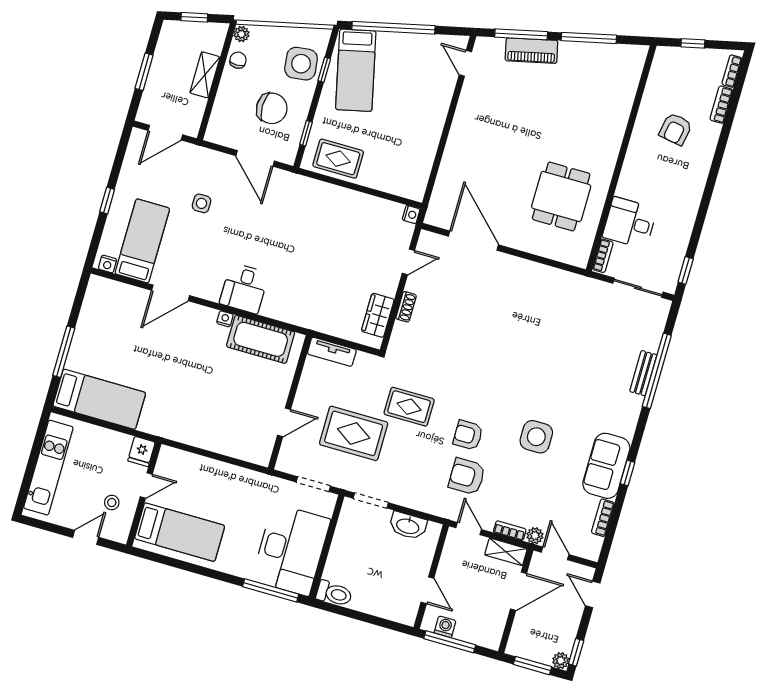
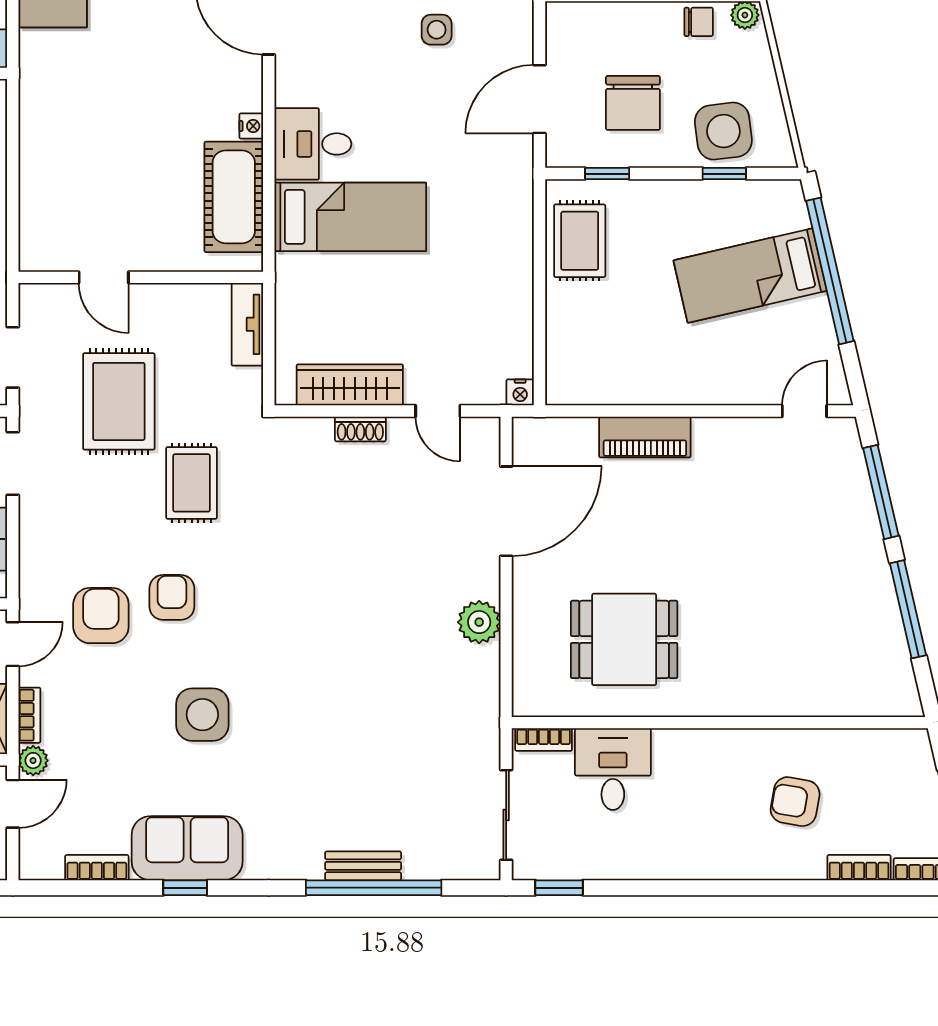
piano: (531, 51) -> (645, 437), moved, turned -77
bed: (356, 70) -> (750, 276), moved
plant: (529, 272) -> (479, 622), added
bed: (290, 279) -> (350, 217), added
wardrobe: (378, 315) -> (350, 385), width x1.50

